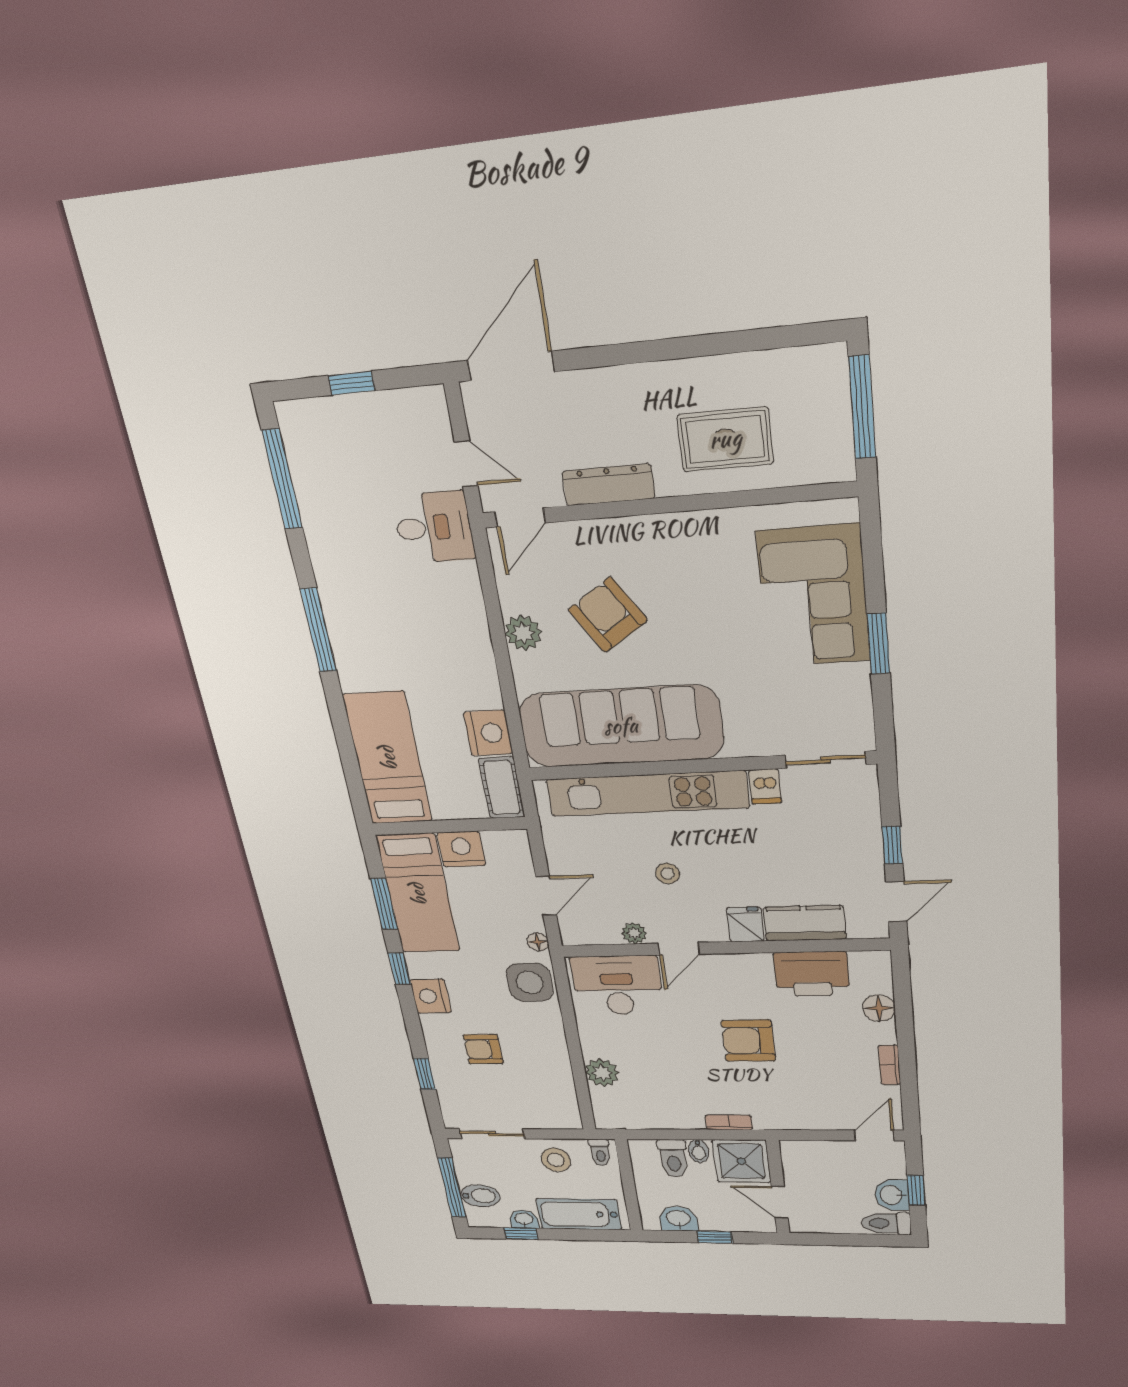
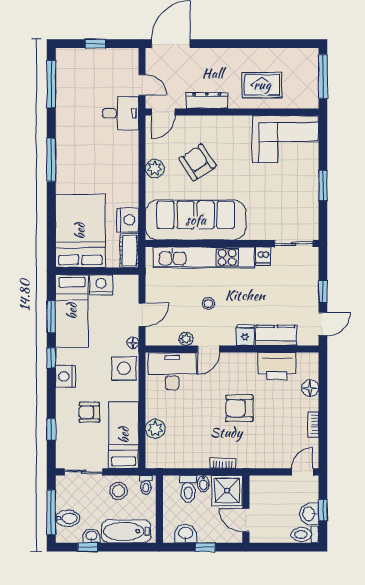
corner sofa: (813, 596) -> (285, 139), moved, turned -90
bed: (388, 758) -> (80, 231), width x1.50
bed: (549, 1082) -> (124, 435), added

